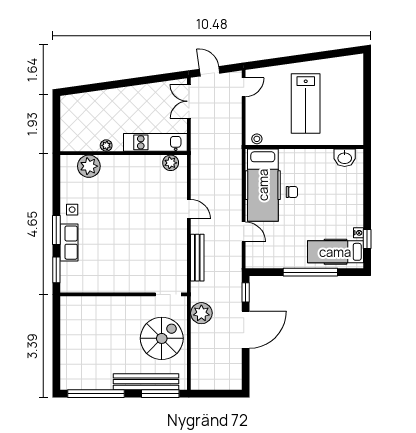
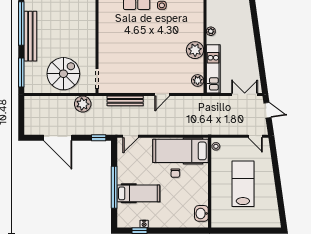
door: (210, 71) -> (268, 110), hinge flipped
lab bench: (306, 103) -> (243, 184), turned 90
plant: (89, 166) -> (195, 50), moved
door: (244, 232) -> (131, 136), moved
hospital bed: (335, 252) -> (138, 193), moved, turned 90
door: (246, 330) -> (58, 138), moved
spiral stairs: (162, 338) -> (63, 74), turned -90
bench: (146, 382) -> (30, 36), moved

